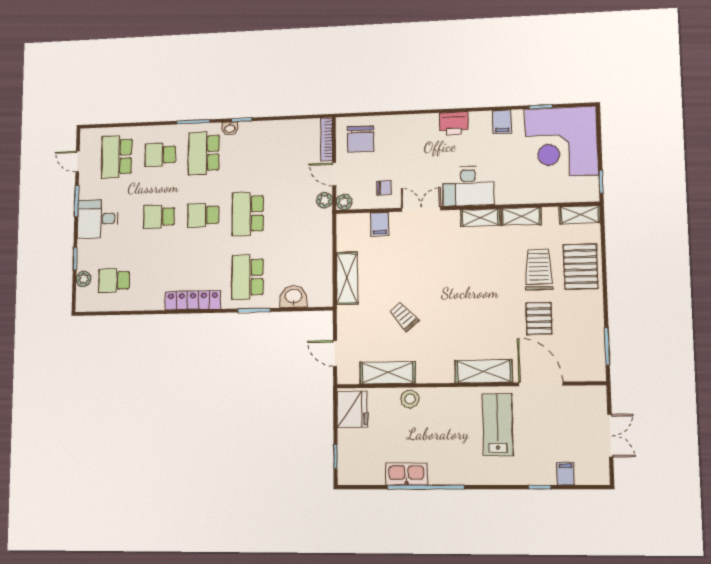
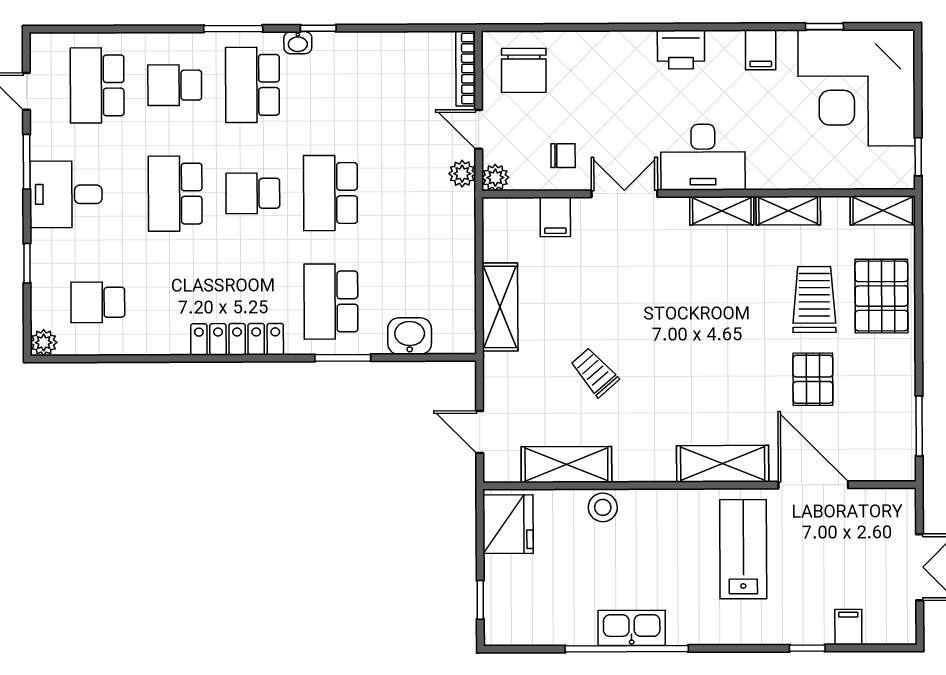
school desk: (159, 217) -> (175, 194), width x1.85
plant: (84, 279) -> (44, 343), moved
kitchen sink: (406, 474) -> (632, 628), moved

